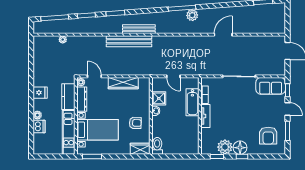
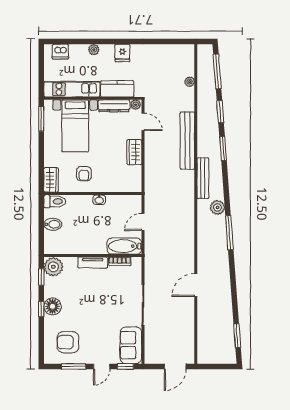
plant: (192, 15) -> (218, 207), moved
door: (223, 35) -> (196, 285), swing flipped
bench: (129, 41) -> (187, 141), moved
door: (94, 76) -> (143, 122), hinge flipped
wardrobe: (123, 83) -> (134, 152), width x0.67
shower: (159, 98) -> (115, 203), removed
bathtub: (192, 102) -> (124, 246), moved
dishwasher: (39, 126) -> (60, 52), moved
bidet: (175, 147) -> (53, 224), added
plant: (225, 147) -> (53, 267), moved

